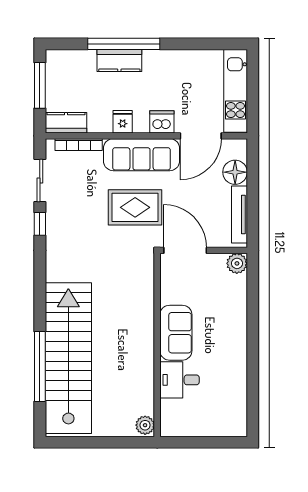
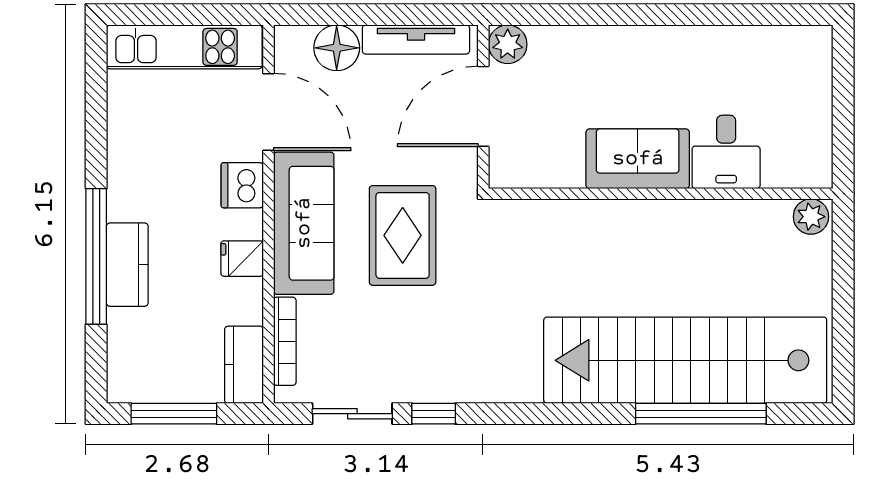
door: (185, 250) -> (483, 106), moved

